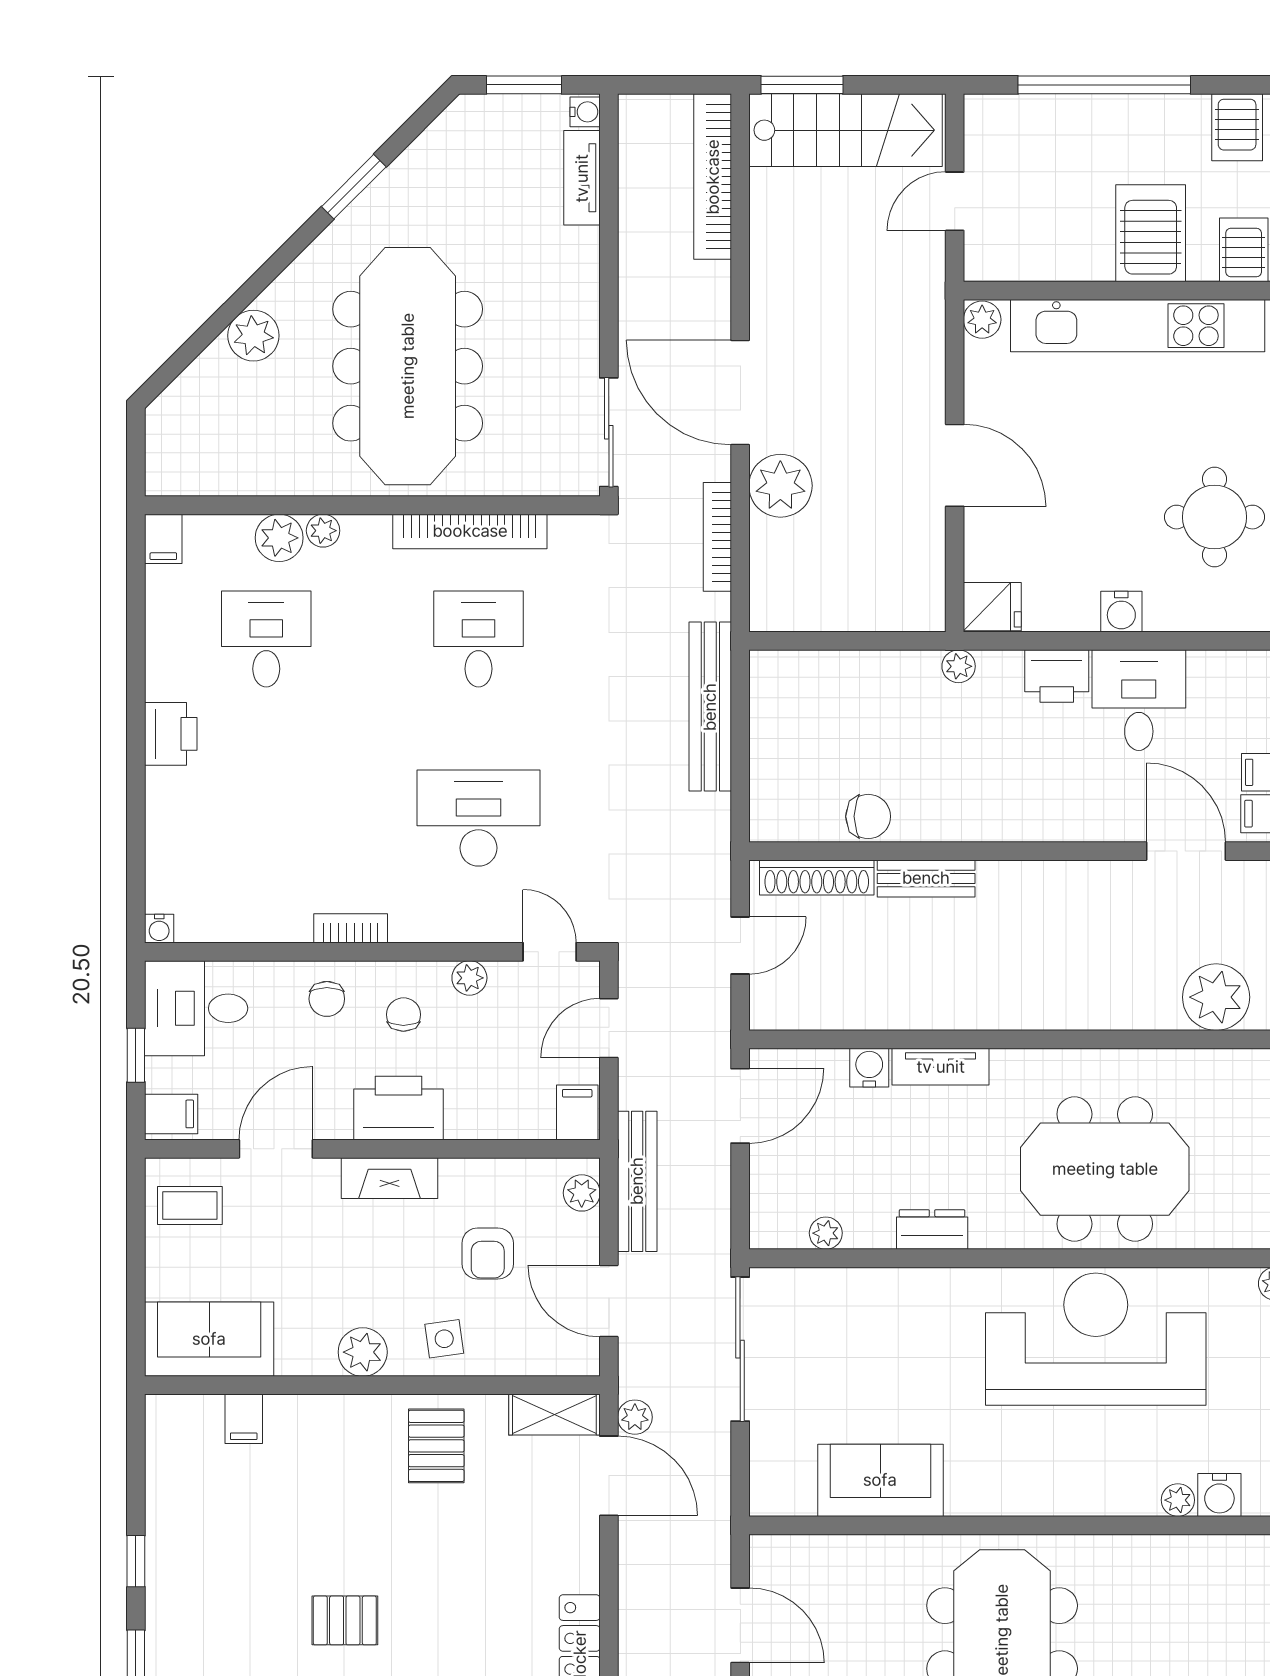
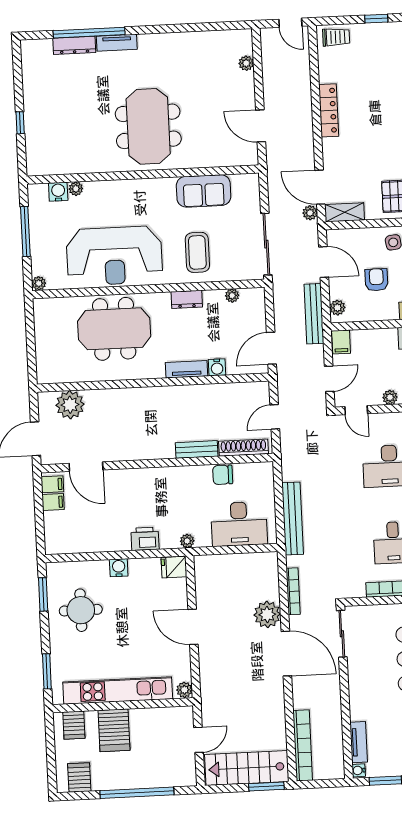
desk: (1139, 700) -> (239, 524), moved, width x1.37
coffee table: (902, 1338) -> (197, 252), added

